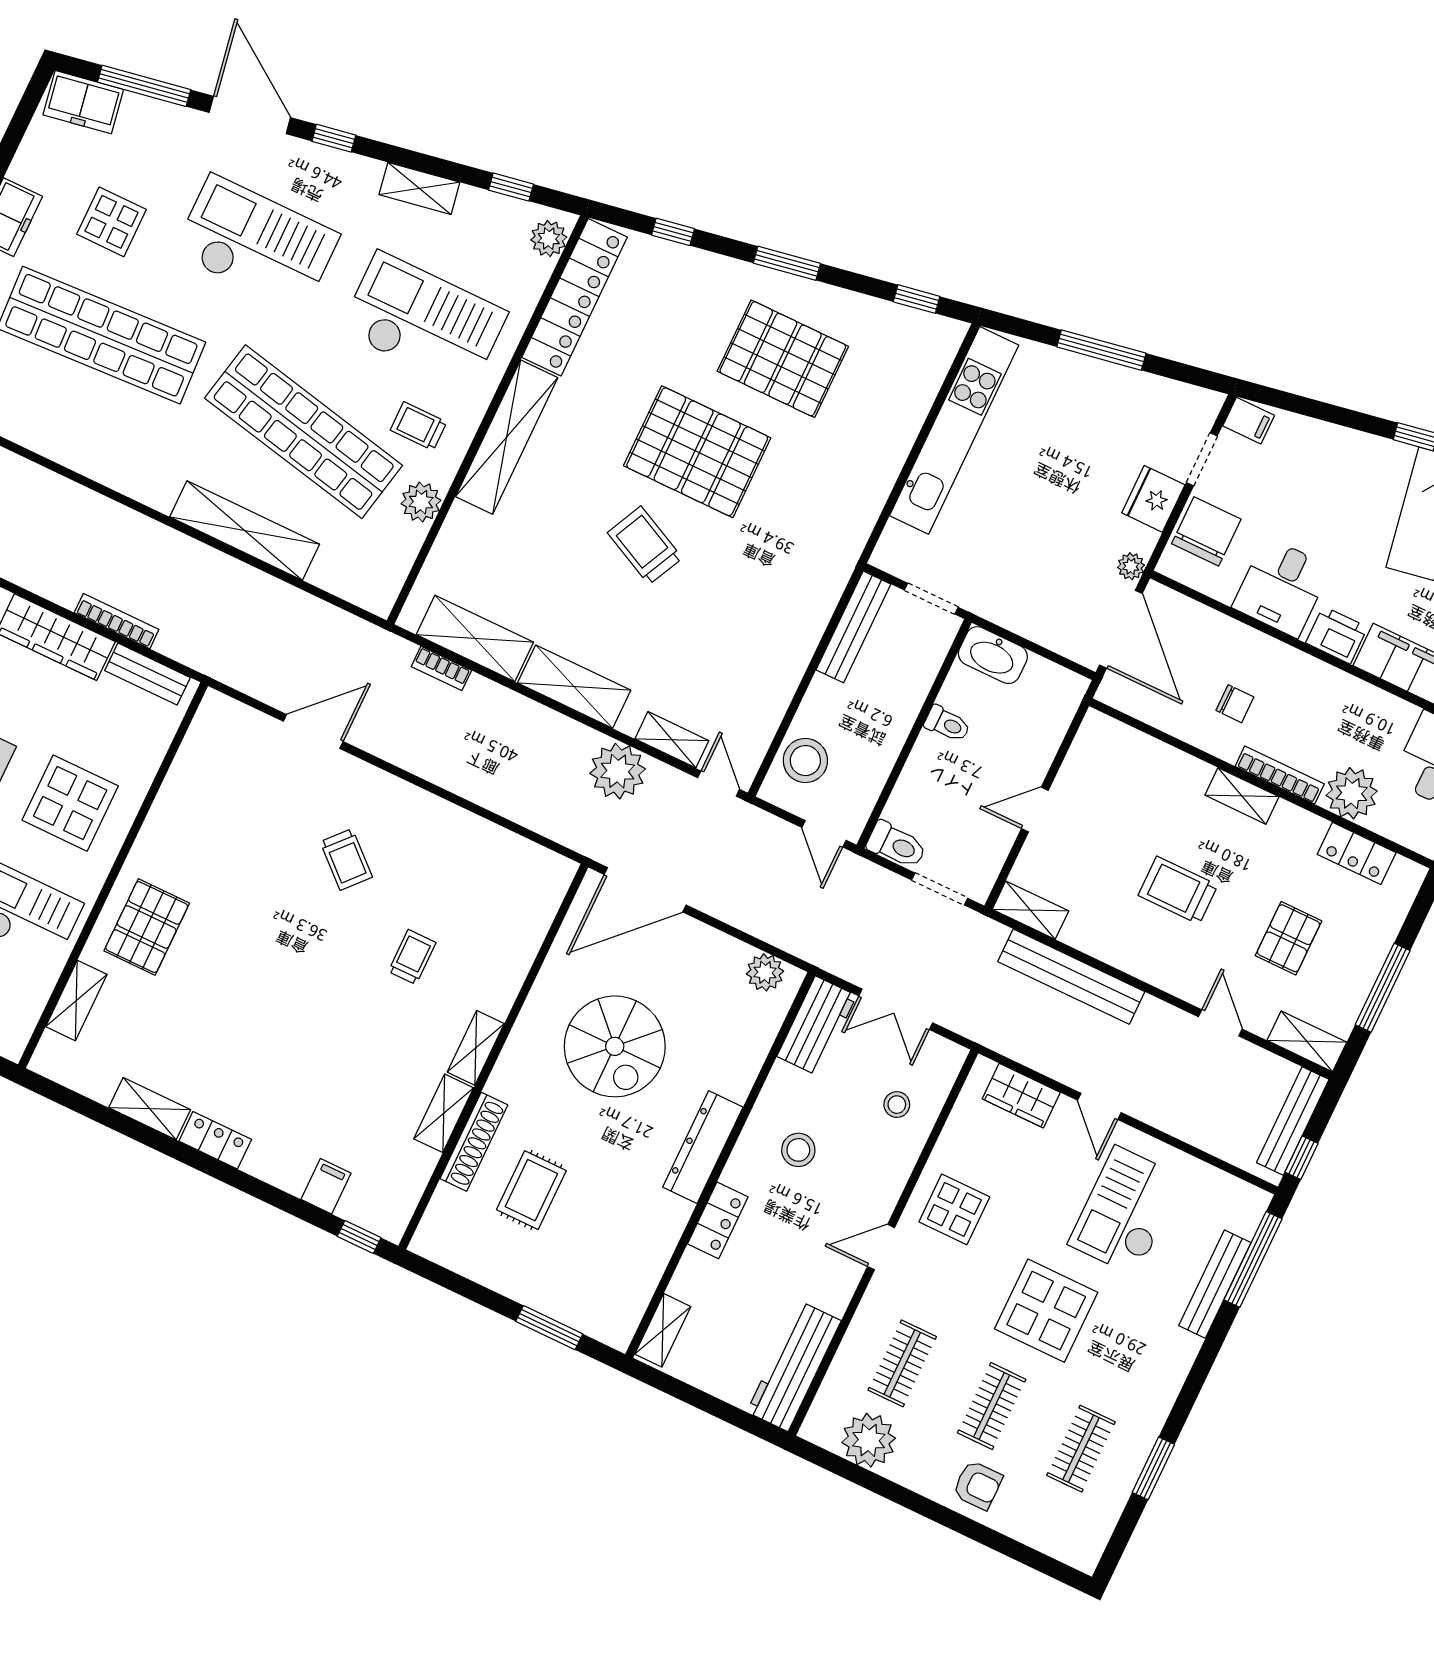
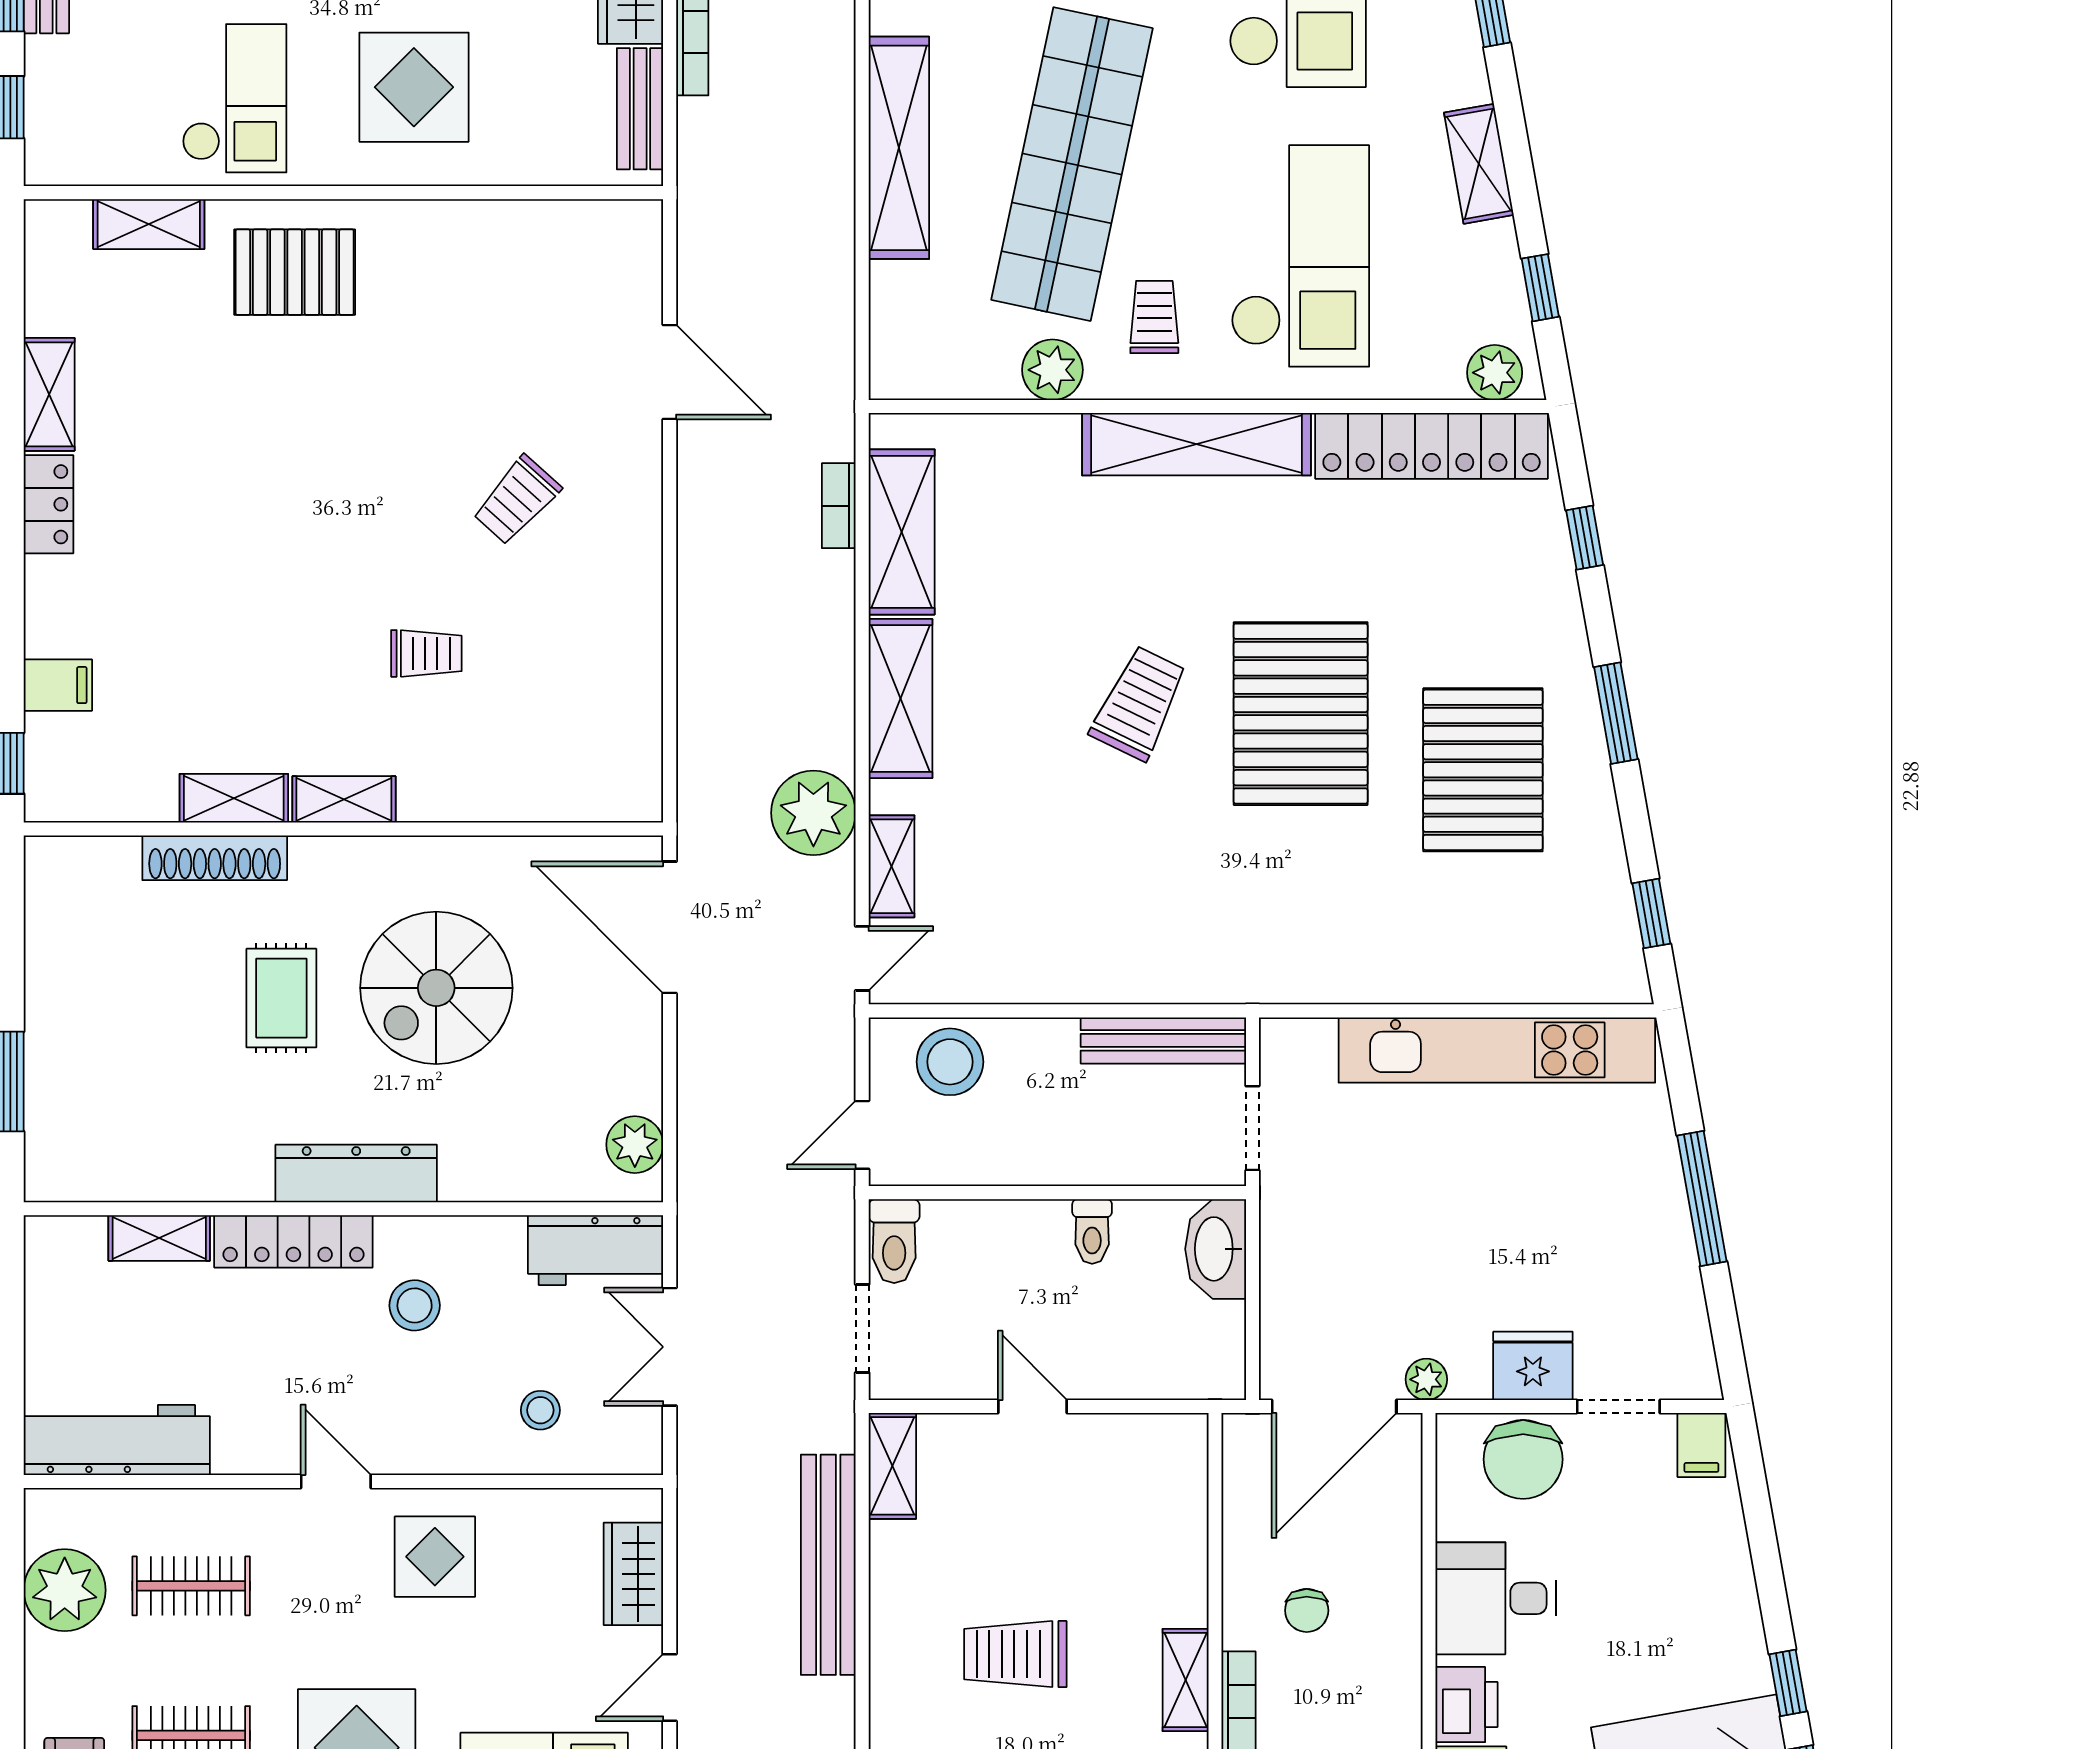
chair: (1206, 531) -> (1523, 1459), turned 90
trolley: (1178, 890) -> (1015, 1654), turned -90
rug: (531, 1190) -> (281, 998), moved, turned 90
locker: (718, 1220) -> (293, 1241), width x1.53
shelving: (663, 1330) -> (159, 1238), moved

